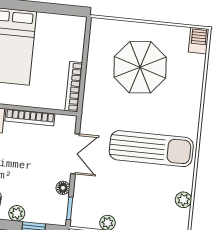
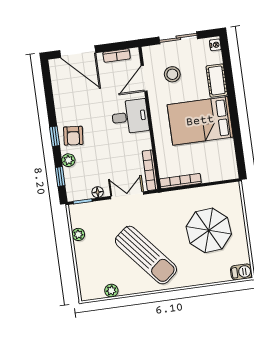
bookcase: (30, 117) -> (150, 170), moved
sun lounger: (151, 149) -> (146, 255), turned -40
double door: (75, 154) -> (127, 195), swing flipped

